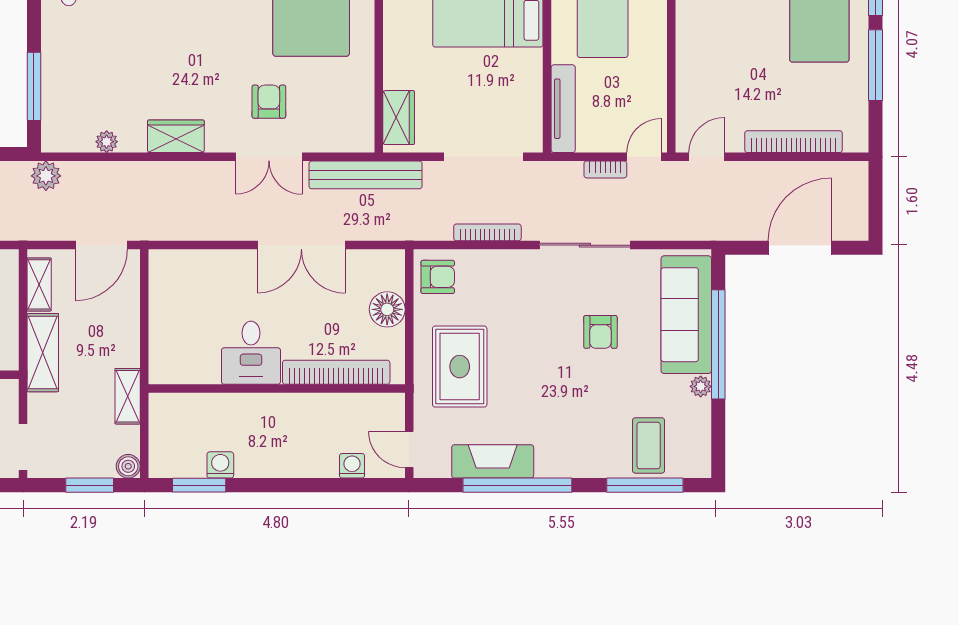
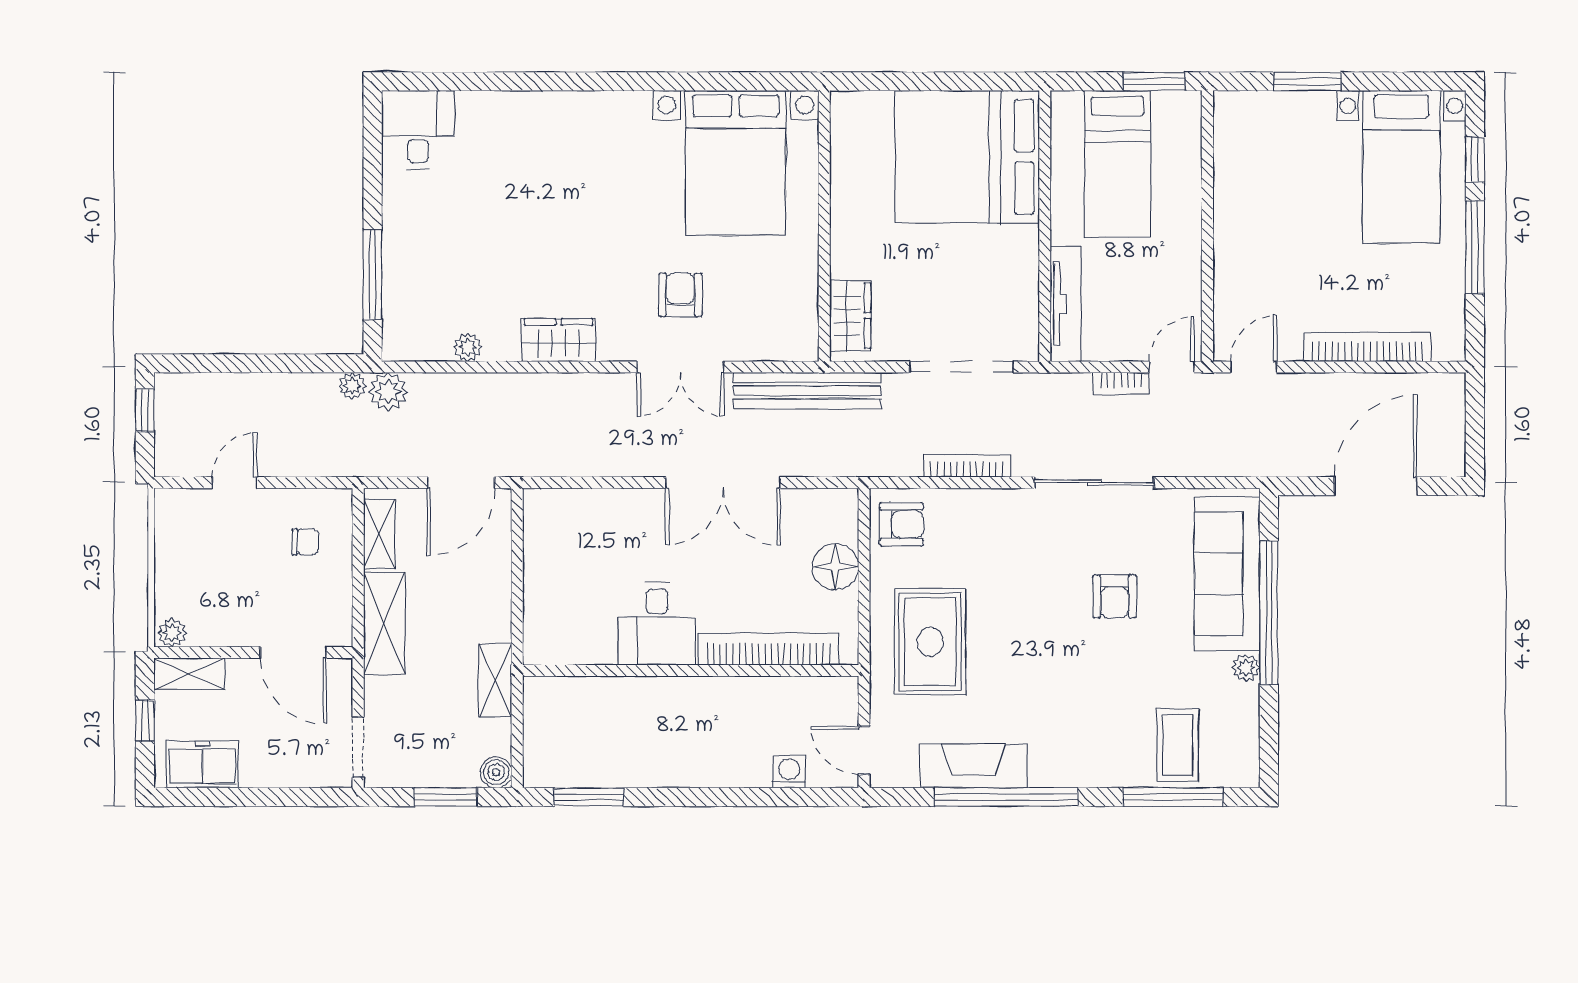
plant: (18, 171) -> (352, 386), added
washing machine: (220, 465) -> (617, 771), removed

